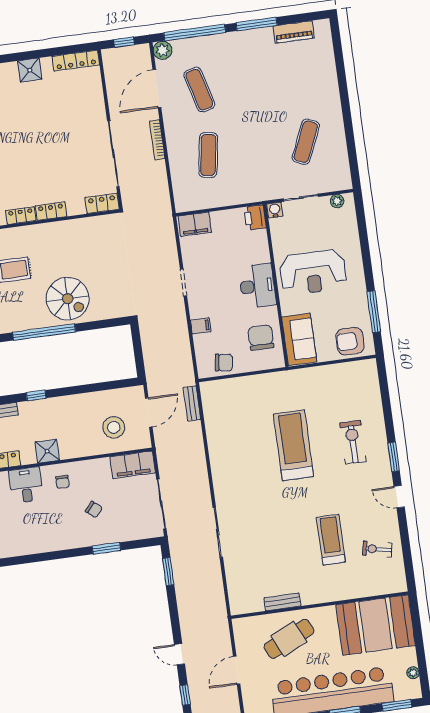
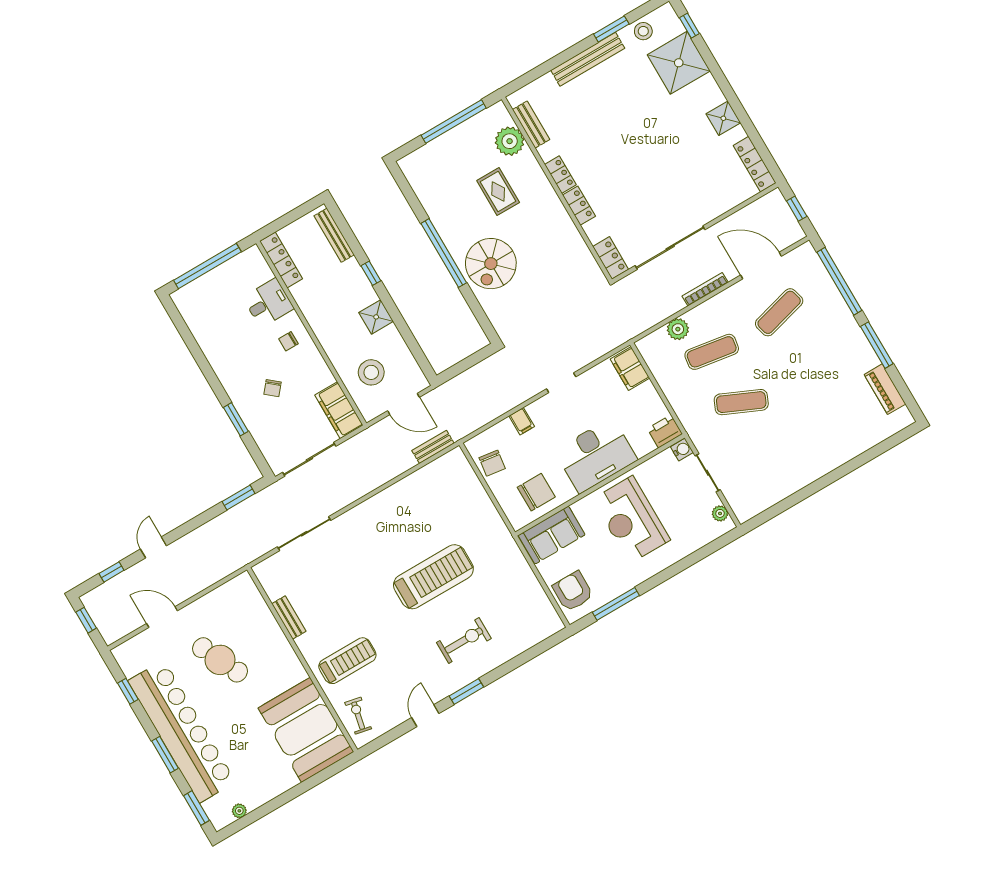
plant: (163, 50) -> (678, 329), moved
exercise mat: (306, 142) -> (741, 402), moved
desk: (257, 286) -> (596, 455), width x1.36, depth x1.30
shower: (47, 451) -> (376, 317), moved
bench: (282, 602) -> (289, 617), moved
wall: (320, 605) -> (302, 660), moved
booth: (376, 625) -> (306, 730), moved

